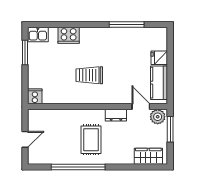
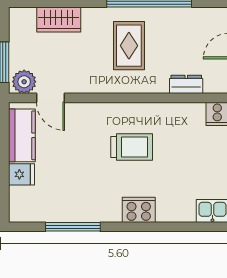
cooker: (69, 35) -> (139, 210), moved
dresser: (116, 115) -> (186, 84), moved
wardrobe: (148, 156) -> (59, 20), moved

